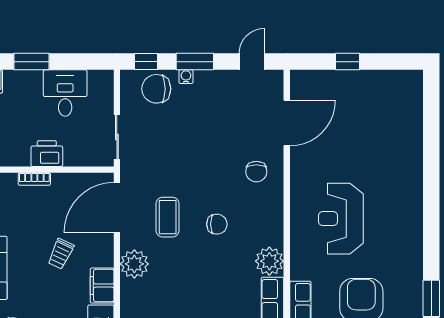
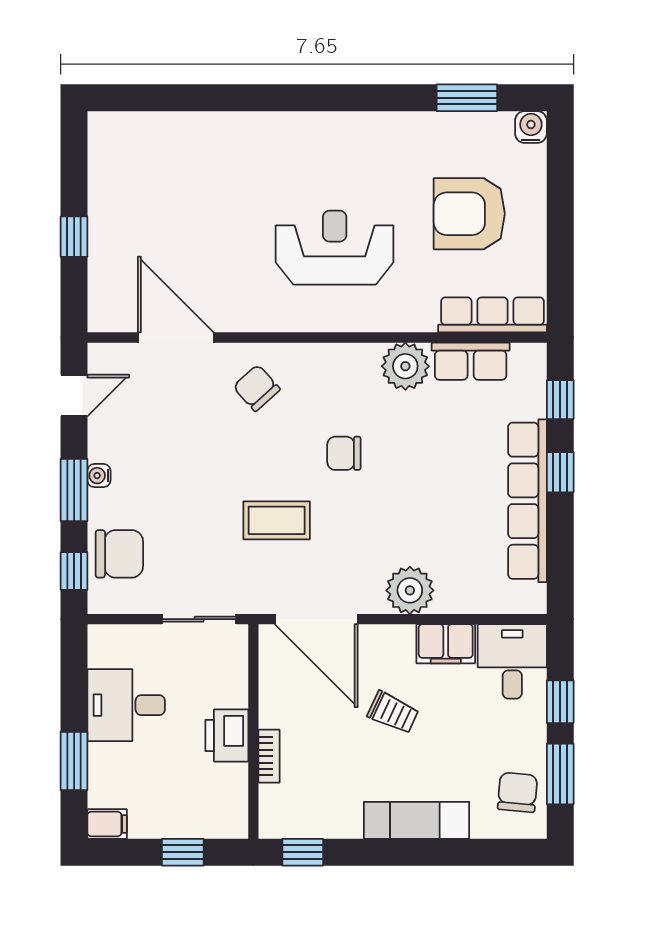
door: (252, 62) -> (74, 396), swing flipped
water cooler: (186, 77) -> (99, 476), moved
chair: (156, 89) -> (119, 554), turned -90
chair: (256, 172) -> (257, 388), turned -132
coffee table: (168, 217) -> (277, 520), moved
reception desk: (341, 219) -> (335, 248), turned 180
chair: (217, 224) -> (344, 453), turned -90

